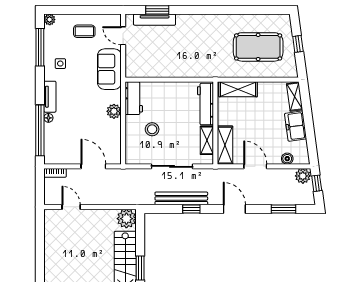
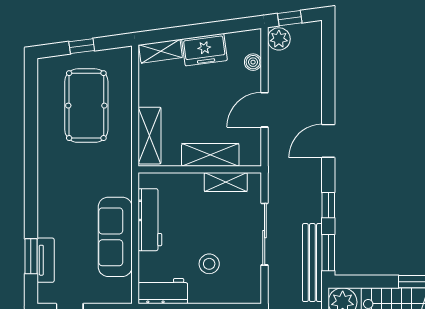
tv unit: (155, 20) -> (46, 260), width x0.71
sofa: (170, 66) -> (115, 237), added
workbench: (205, 104) -> (150, 220), moved, turned -90
shelving: (225, 145) -> (210, 155), moved
bench: (181, 198) -> (312, 263), moved
window: (283, 209) -> (328, 253), moved

